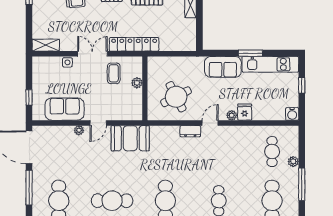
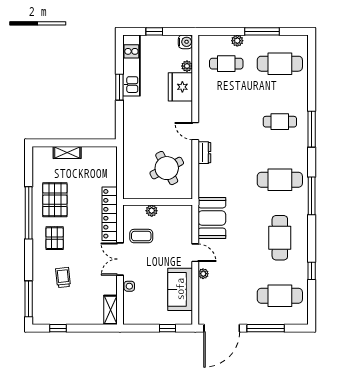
sofa: (223, 67) -> (134, 117), removed
fridge: (245, 112) -> (180, 87), width x1.88, depth x1.34
plant: (232, 115) -> (187, 66), moved

